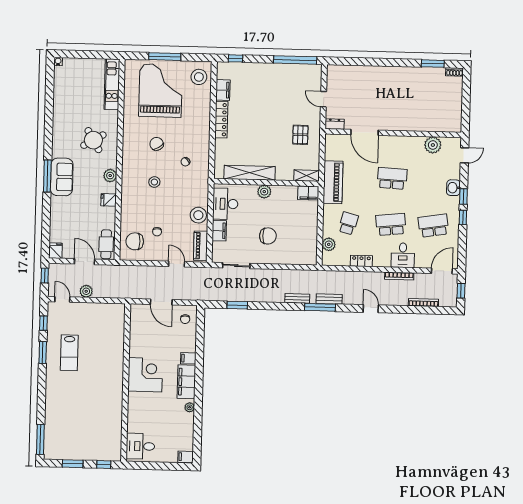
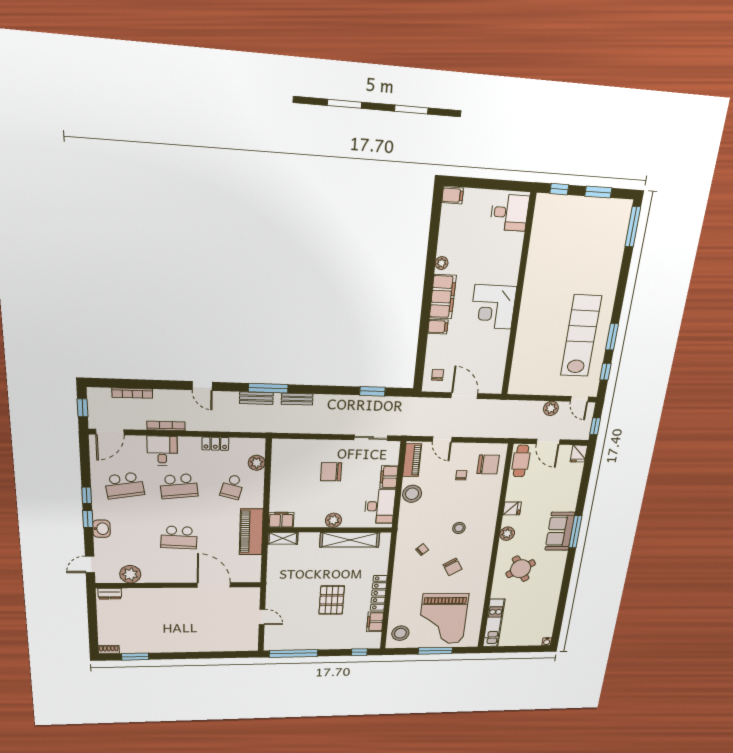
dresser: (335, 124) -> (110, 594), moved
pallet: (300, 135) -> (332, 600), moved, width x1.50, depth x1.42
lab bench: (69, 353) -> (581, 336), width x1.86, depth x1.39

